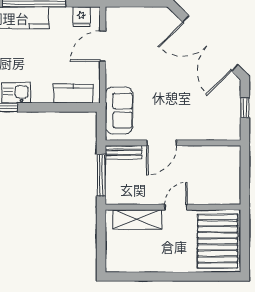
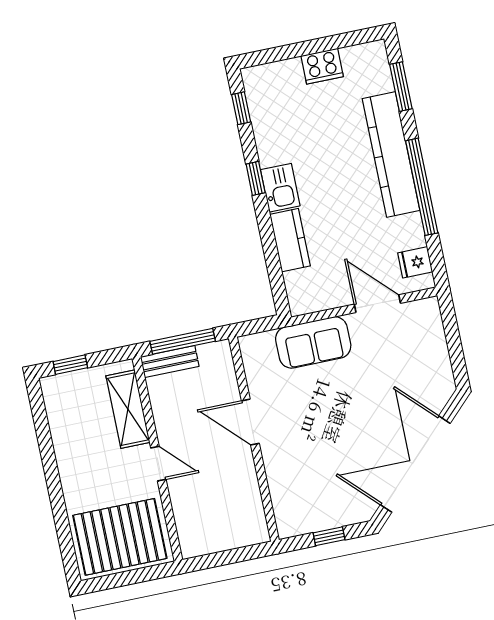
kitchen counter: (73, 94) -> (290, 240), moved
sofa: (119, 110) -> (313, 342), moved
bench: (123, 152) -> (170, 362), moved, turned 90
window: (101, 250) -> (70, 365), added

